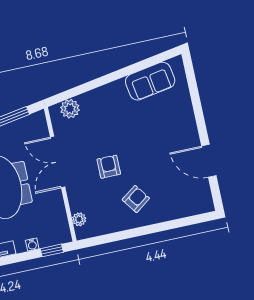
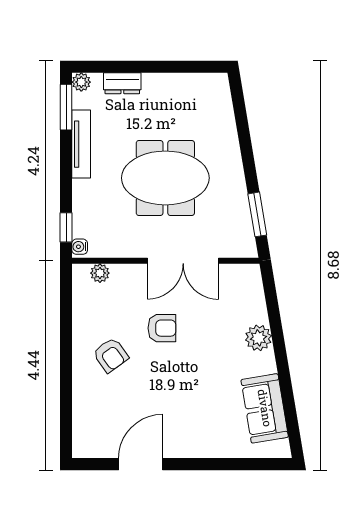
plant: (70, 109) -> (258, 338), moved
double door: (58, 162) -> (183, 261), swing flipped
water cooler: (32, 245) -> (80, 247), moved

